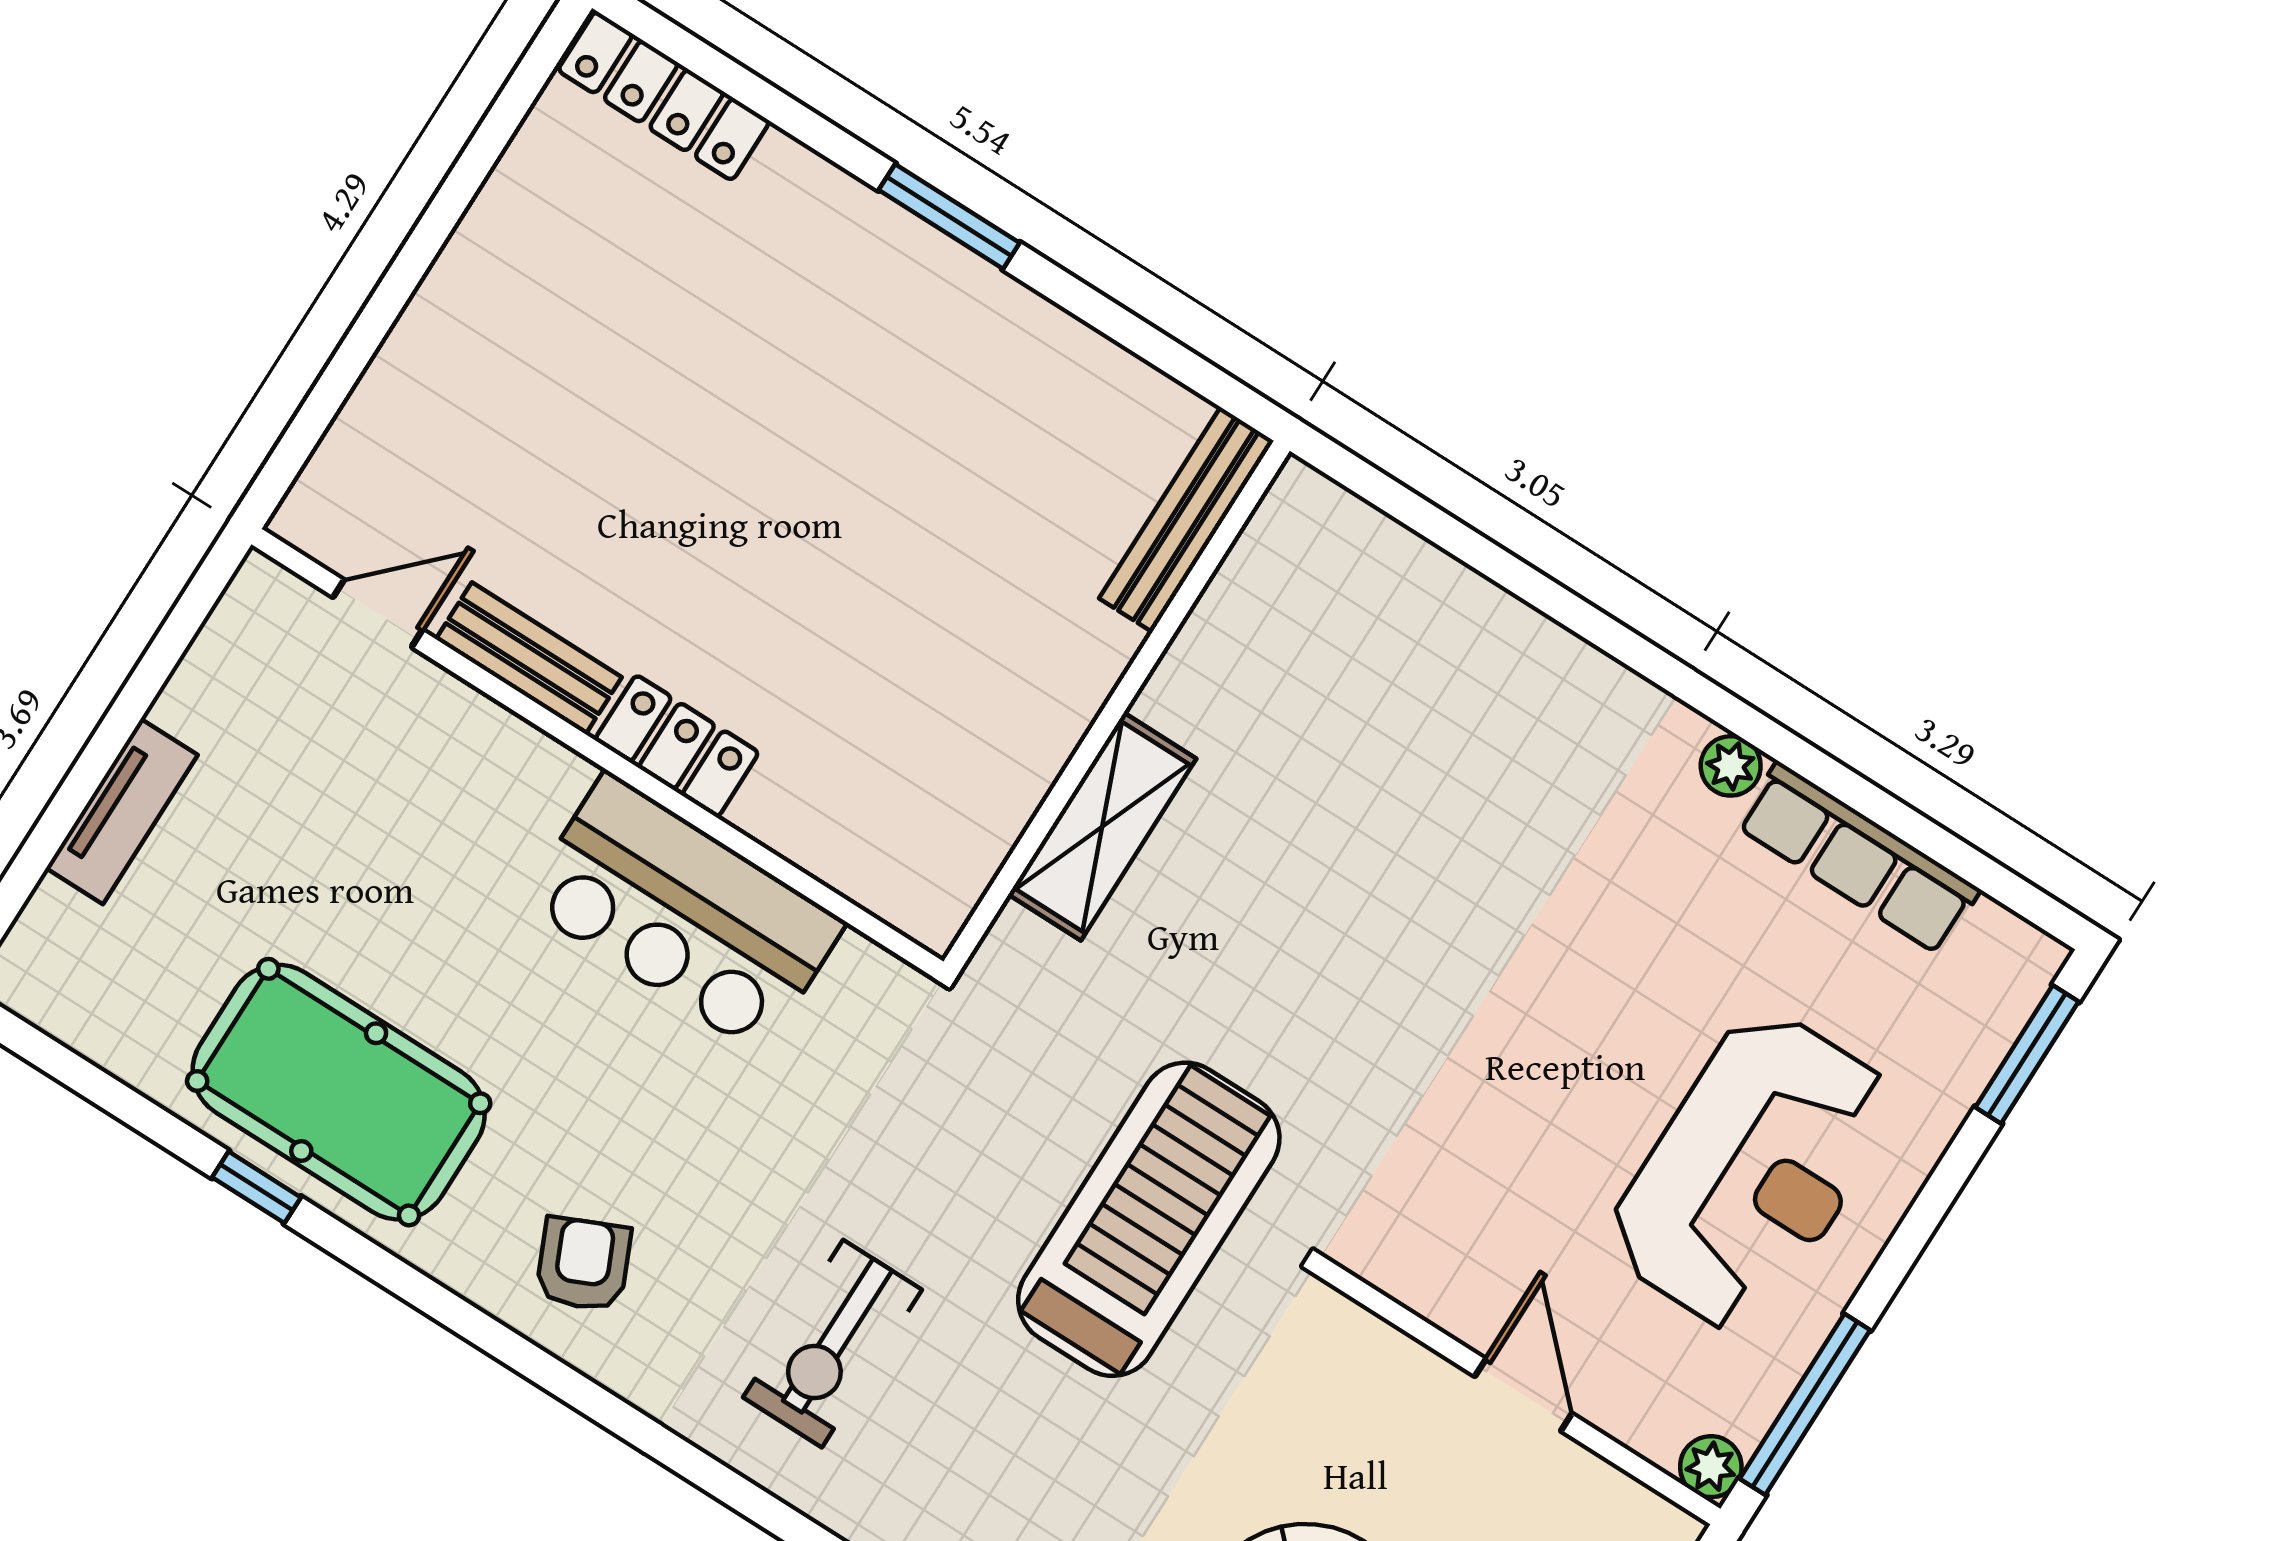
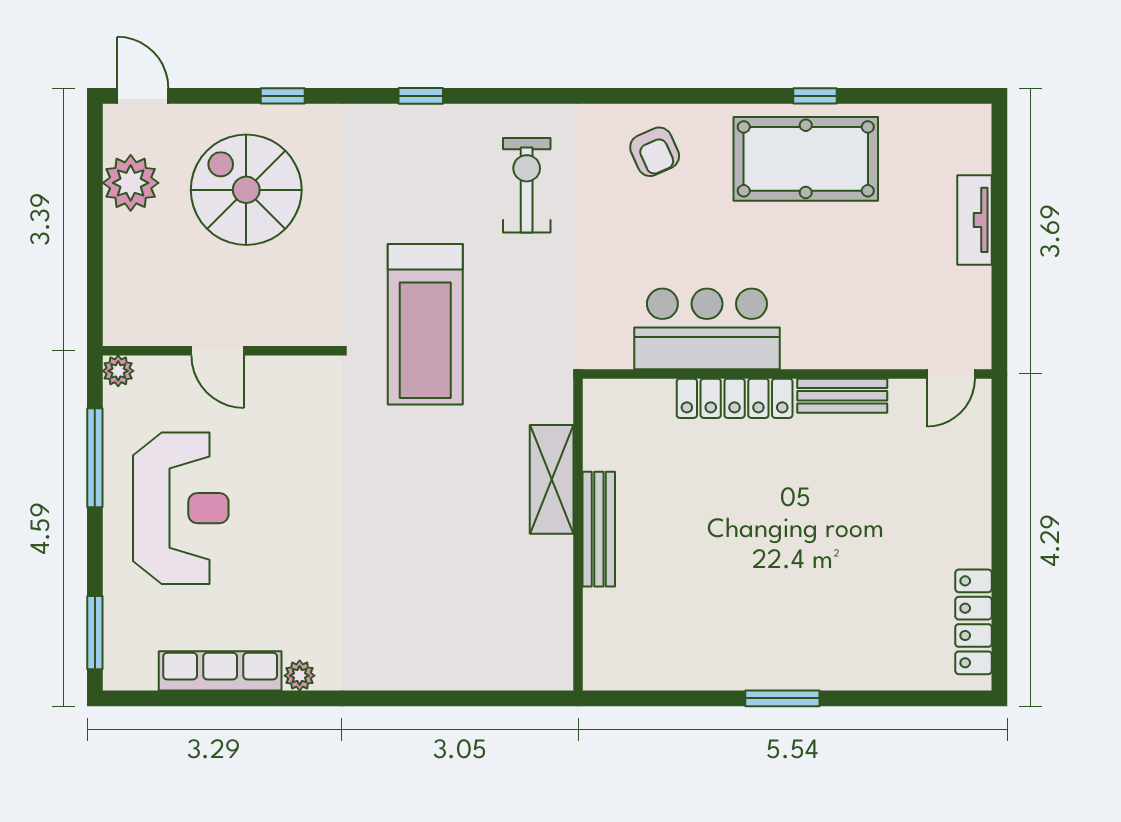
locker: (664, 96) -> (973, 622), moved, turned -90
bench: (1187, 520) -> (599, 529), moved
door: (378, 613) -> (951, 374), moved
locker: (677, 746) -> (735, 398), width x1.53
reception desk: (1752, 1171) -> (181, 508), turned 180
window: (1805, 1404) -> (95, 458), moved

